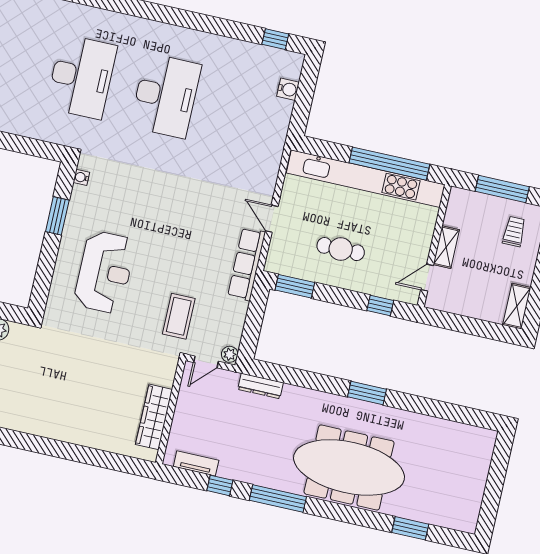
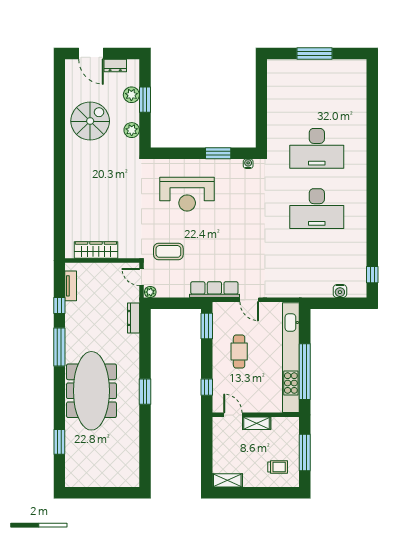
door: (272, 219) -> (249, 300), swing flipped

